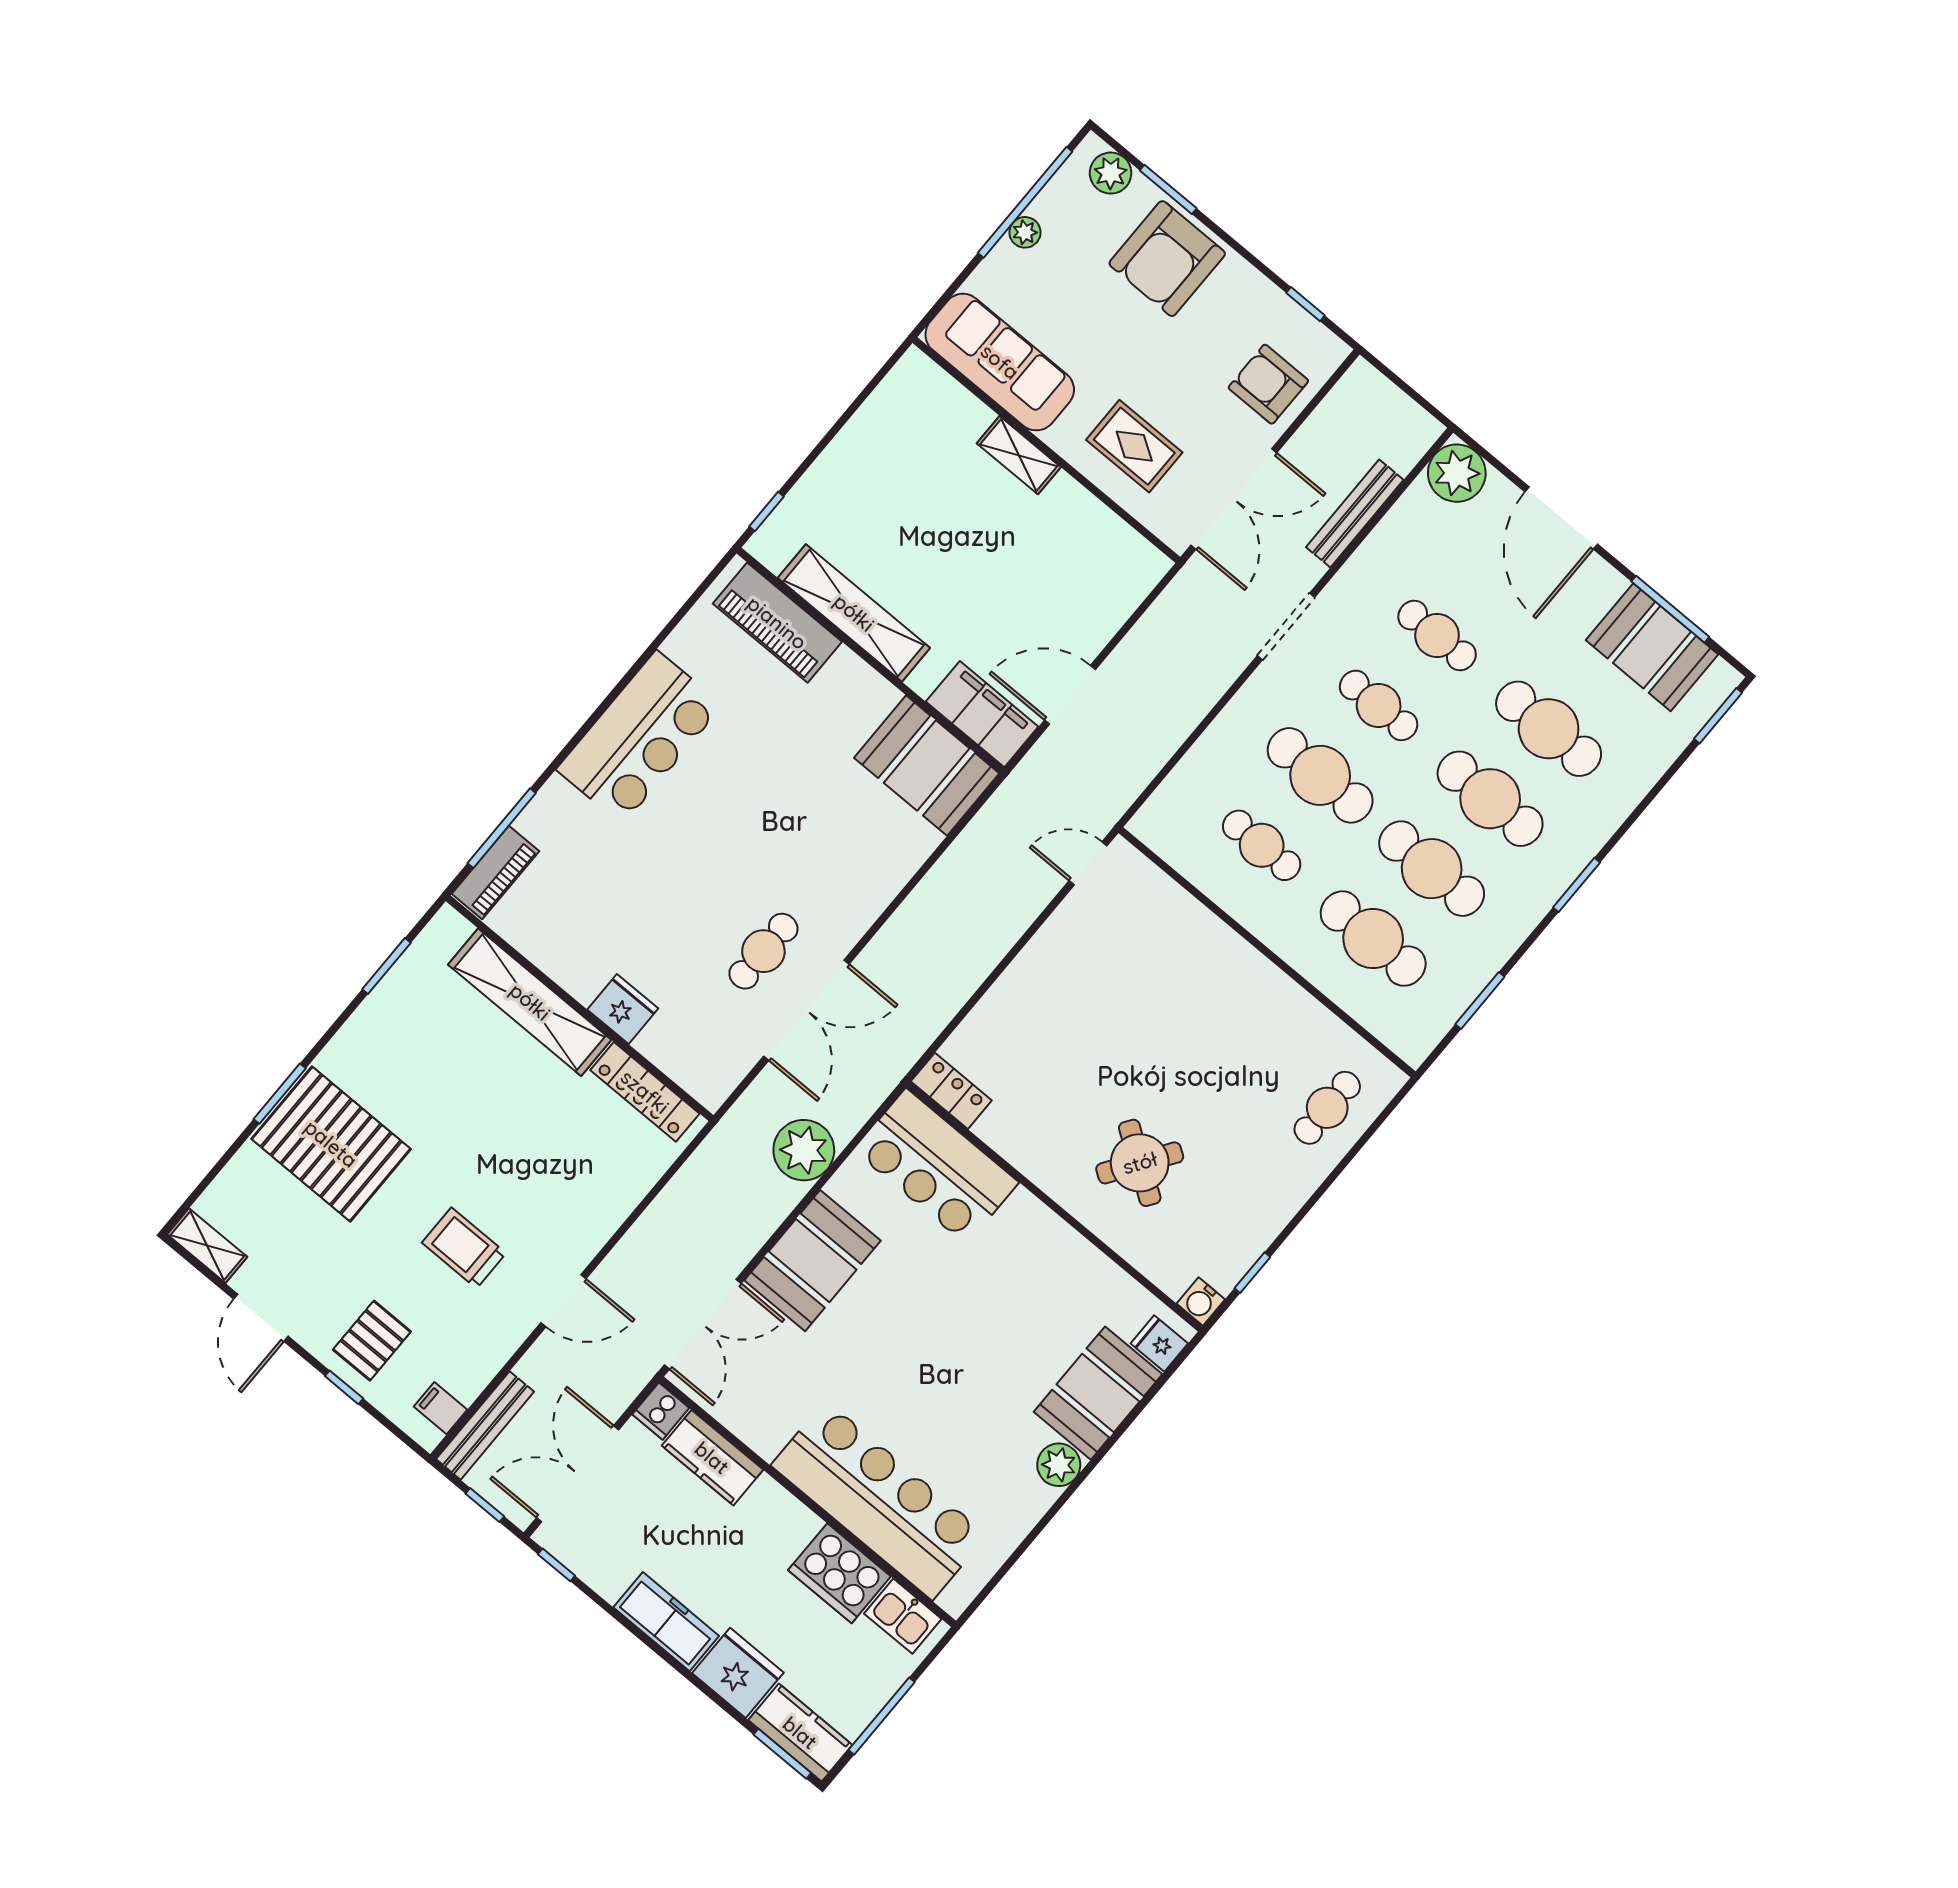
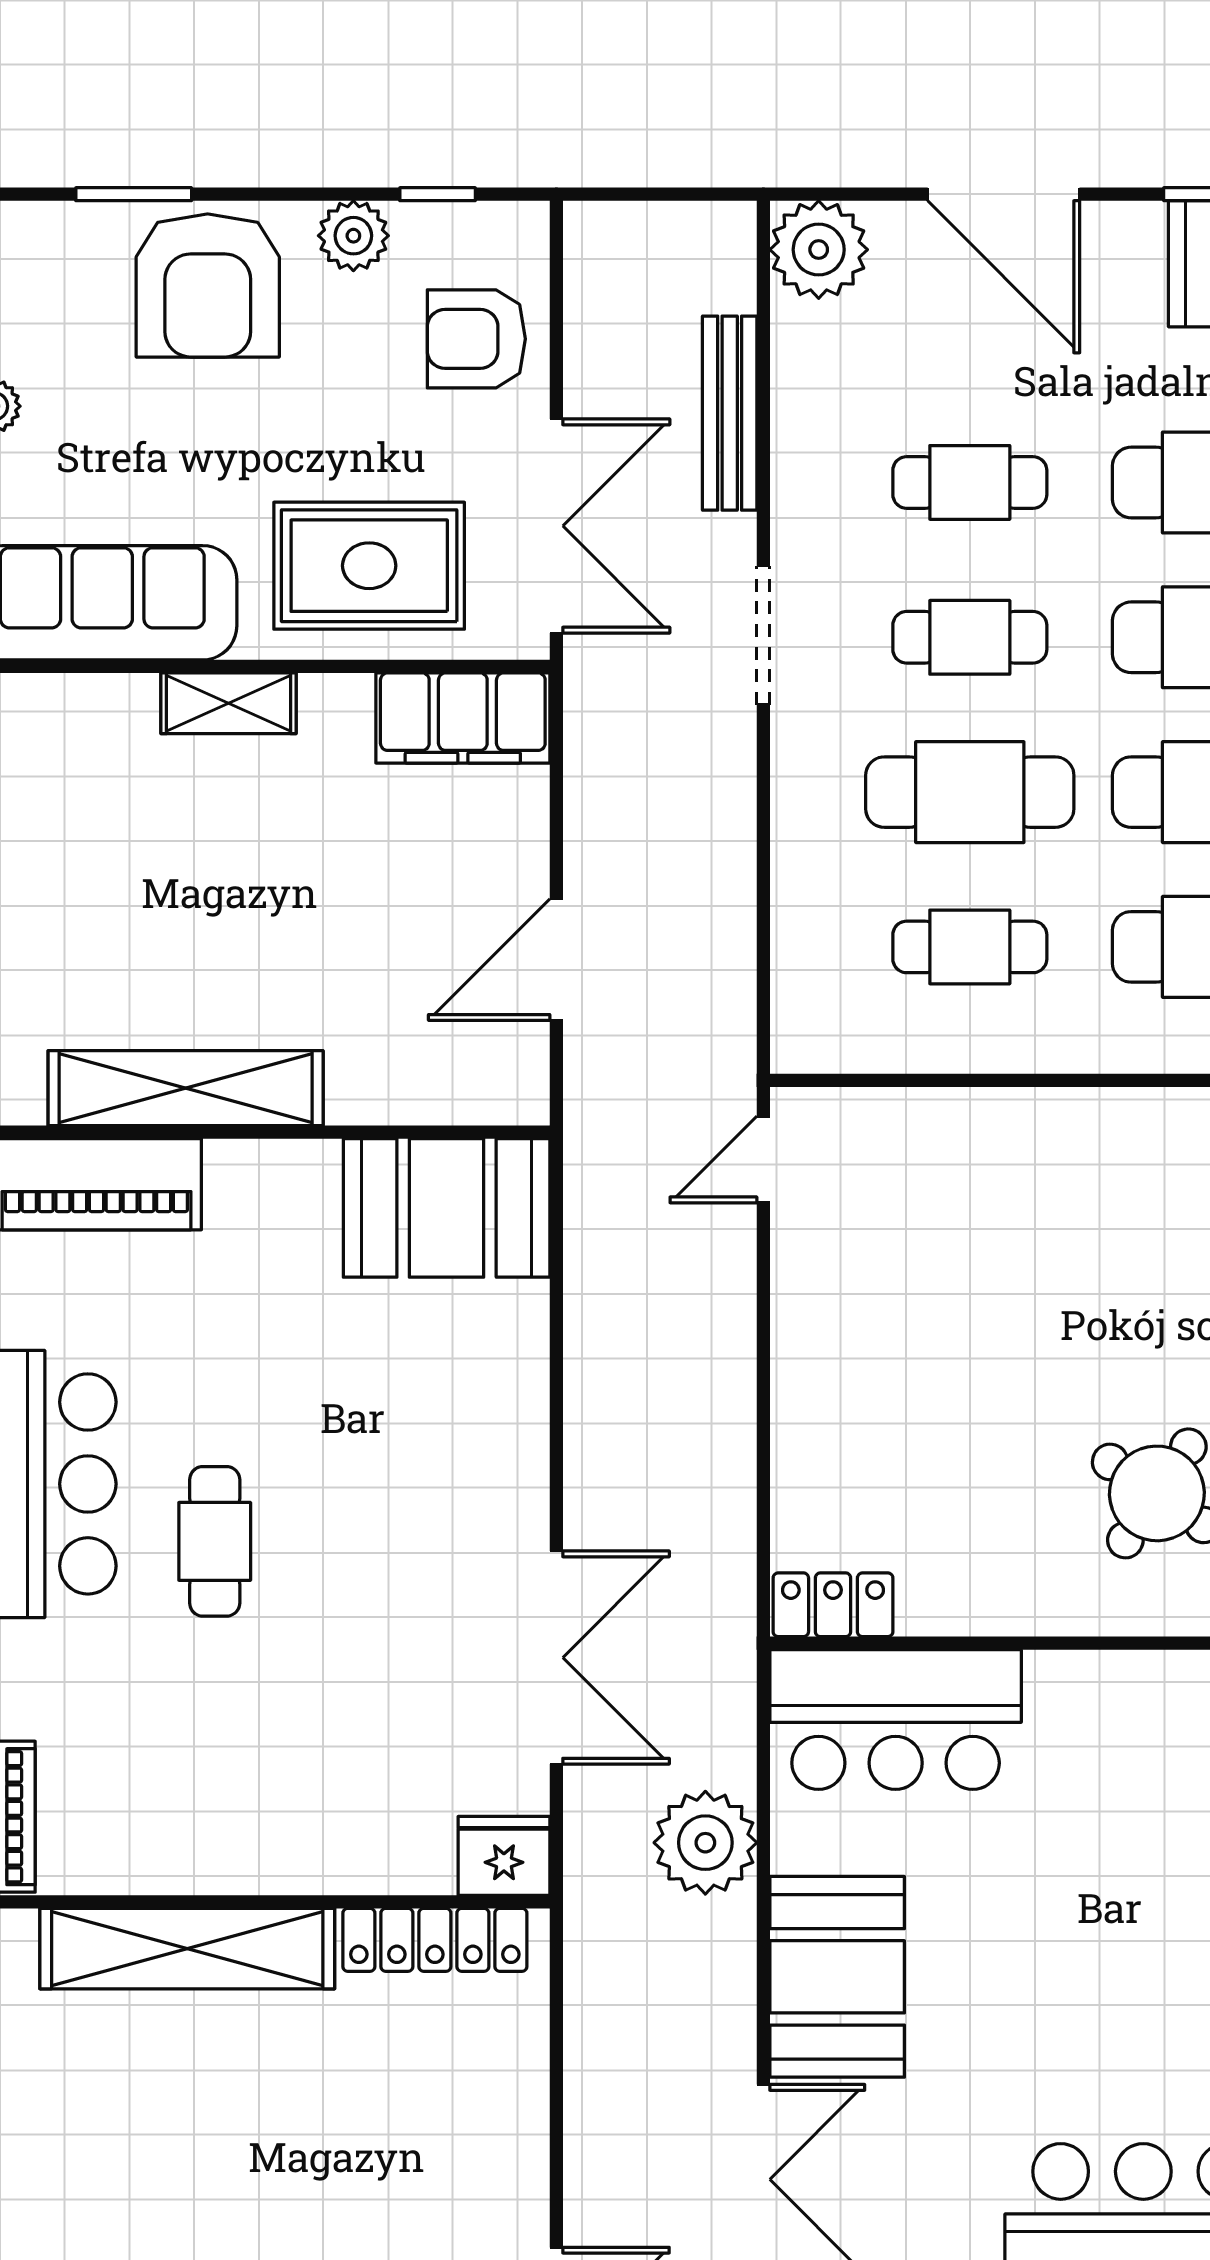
plant: (1111, 173) -> (353, 236), moved
rug: (1134, 446) -> (369, 566), width x1.36, depth x1.43
filing cabinet: (982, 714) -> (463, 718), moved, turned 180
cafe table: (763, 951) -> (215, 1541), moved
fridge: (623, 1009) -> (504, 1856), moved

